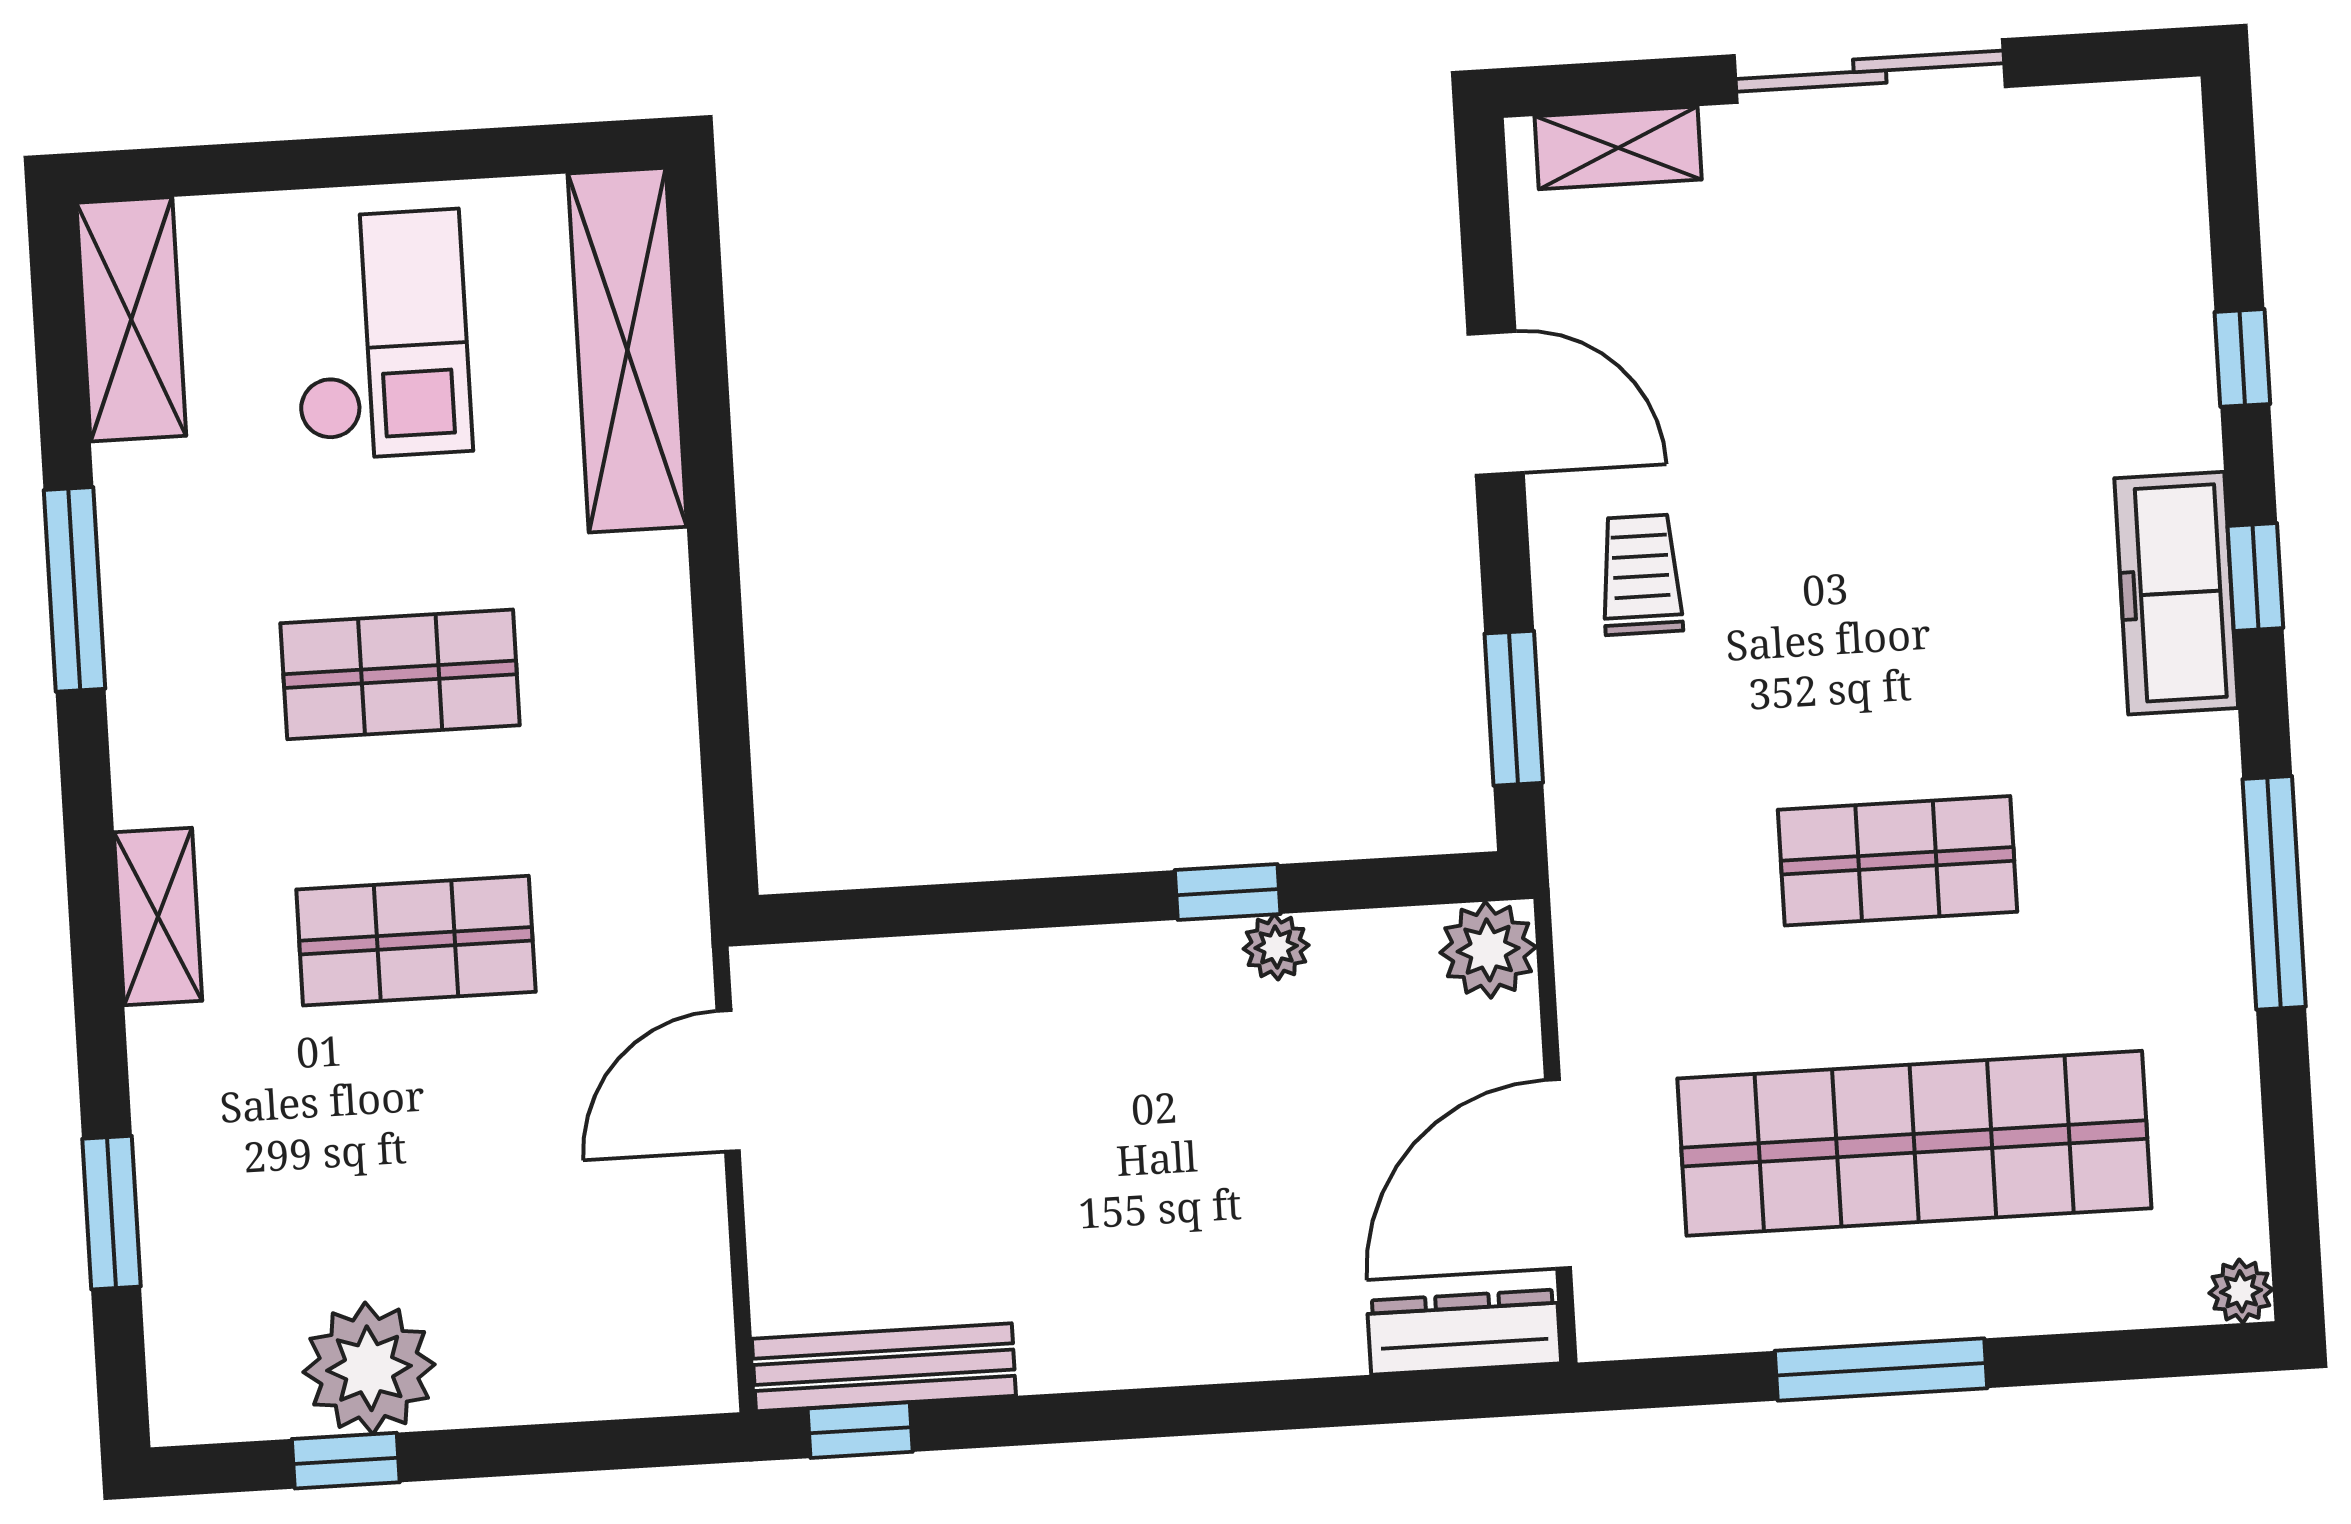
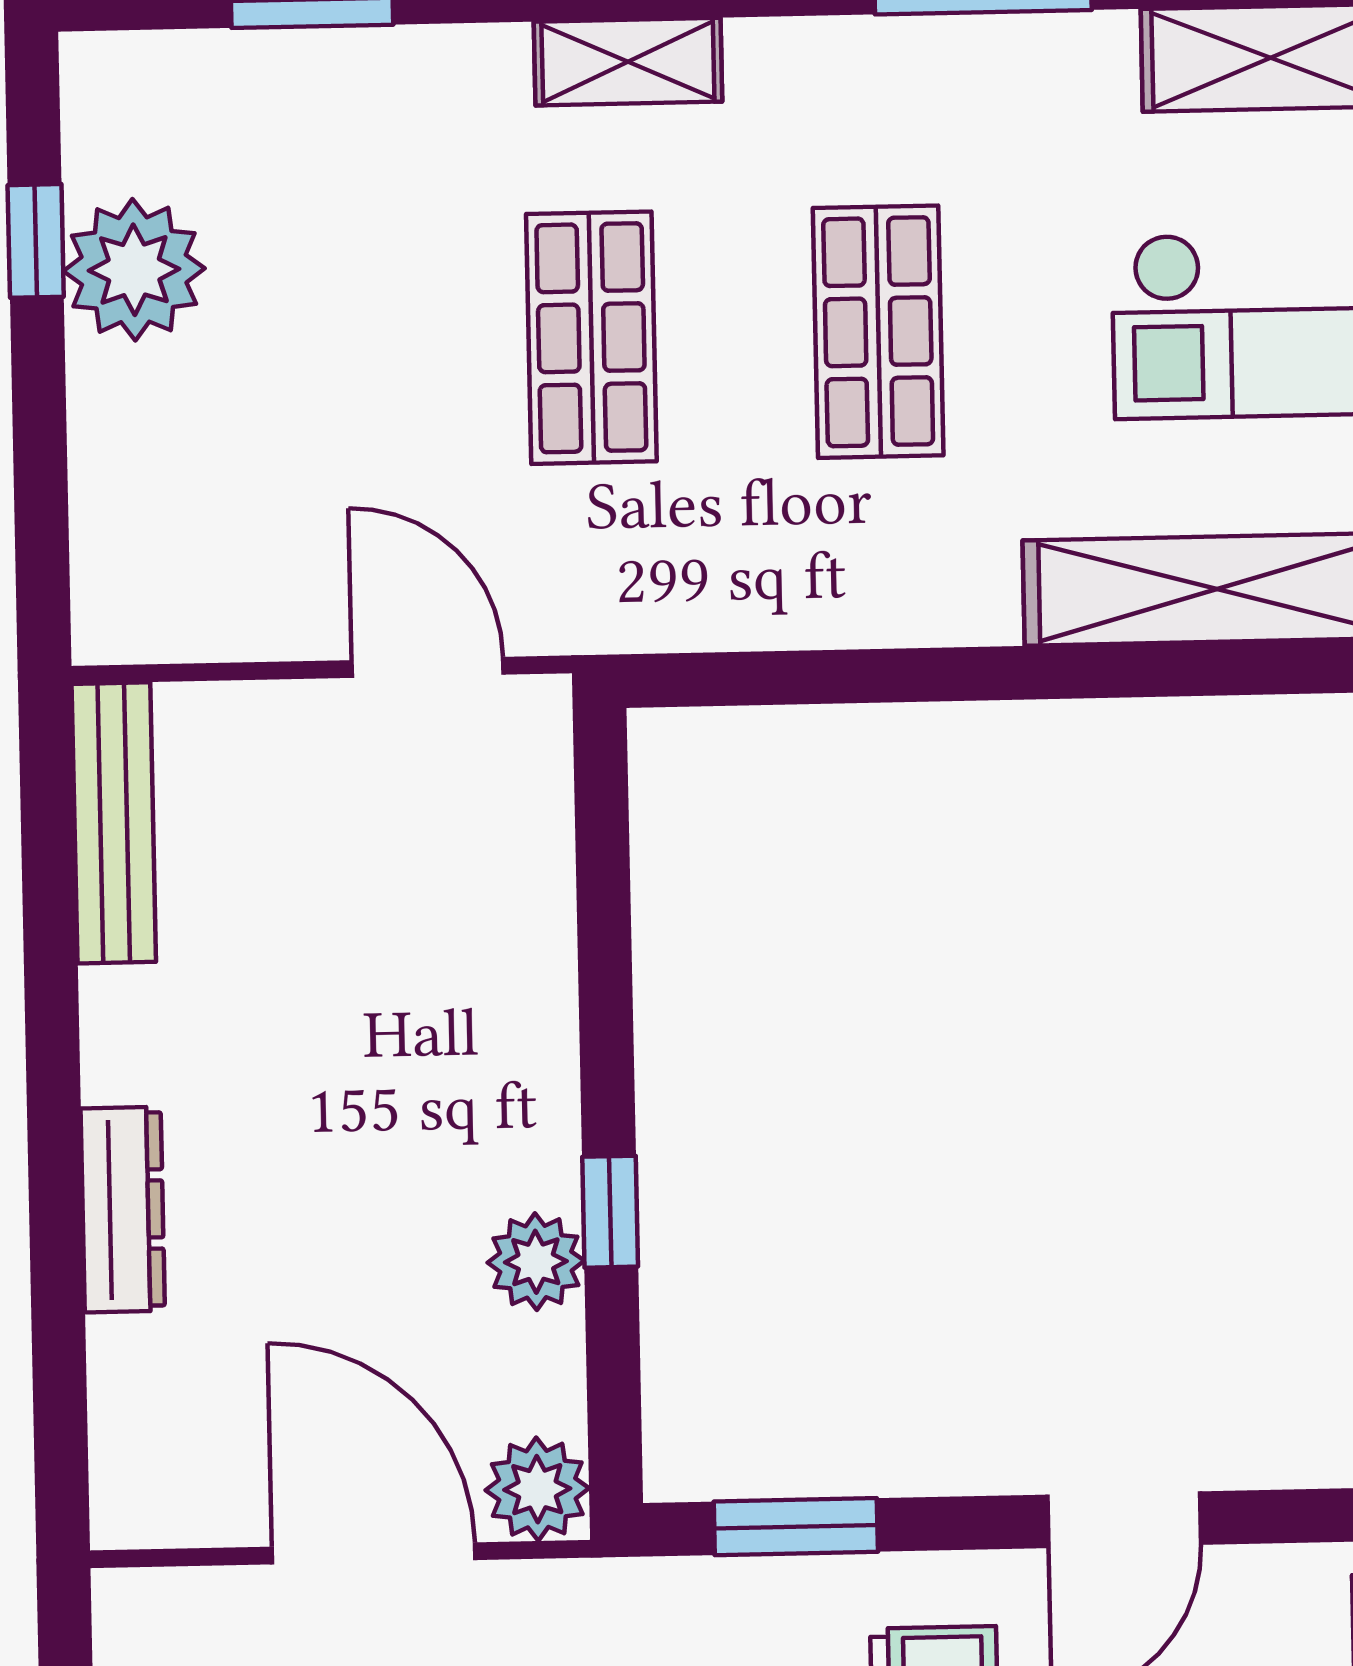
plant: (1276, 947) -> (536, 1262), width x1.38, depth x1.38
door: (1558, 1174) -> (374, 1553), moved
dresser: (1464, 1332) -> (123, 1210), moved
window: (860, 1430) -> (47, 795), removed

